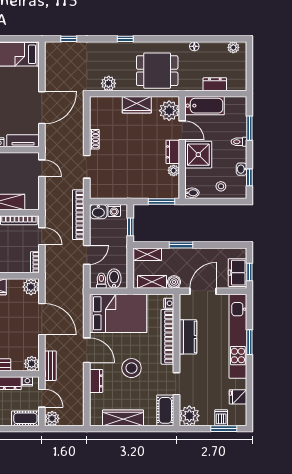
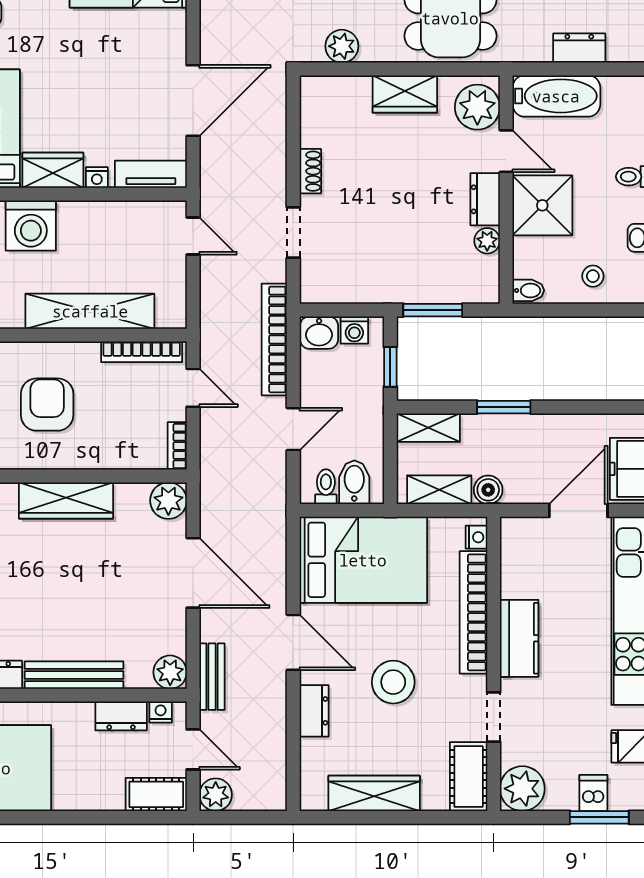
window: (161, 201) -> (433, 310), moved
door: (203, 291) -> (578, 510), moved
kitchen counter: (188, 337) -> (519, 638), moved

